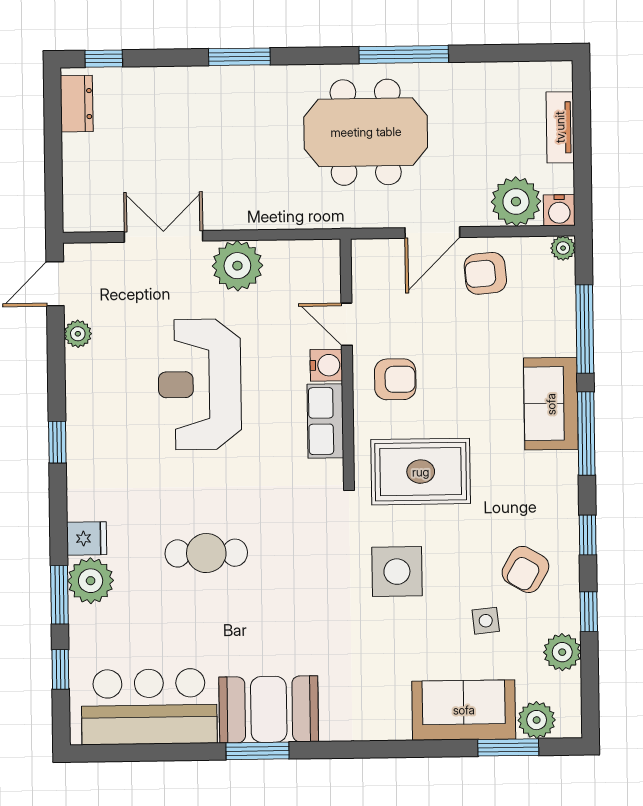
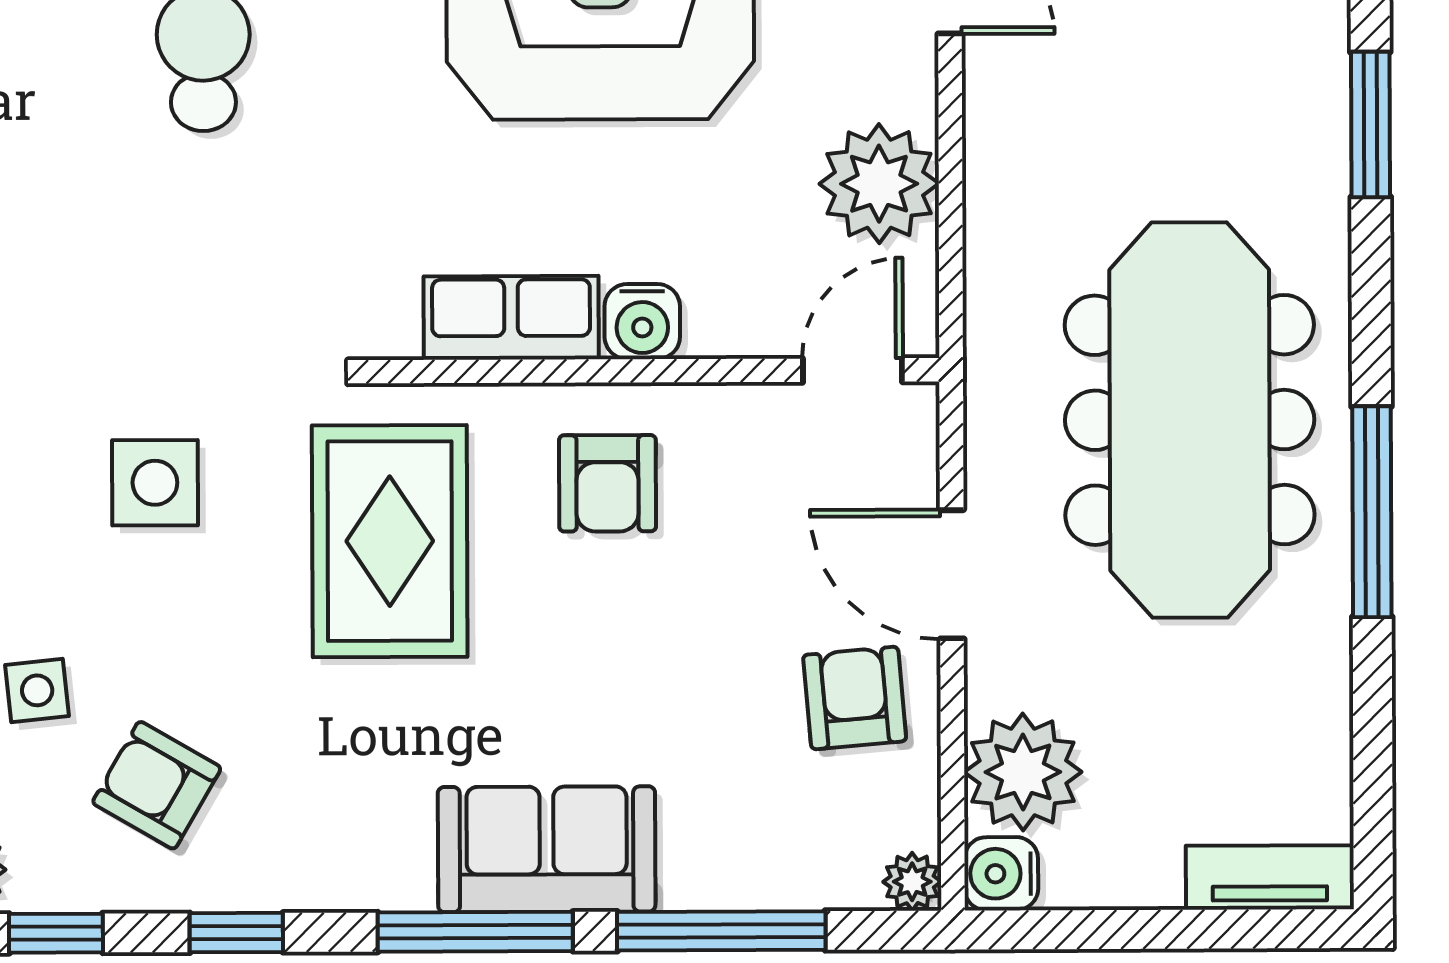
tv unit: (560, 127) -> (1270, 877), moved
meeting table: (366, 132) -> (1190, 420), width x1.36
plant: (237, 266) -> (879, 184), moved
door: (347, 324) -> (852, 370), moved
side table: (397, 572) -> (155, 483), width x0.73, depth x0.73

